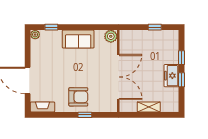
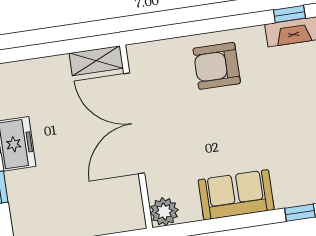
shelving: (149, 107) -> (96, 61), moved
window: (85, 115) -> (289, 14), moved

